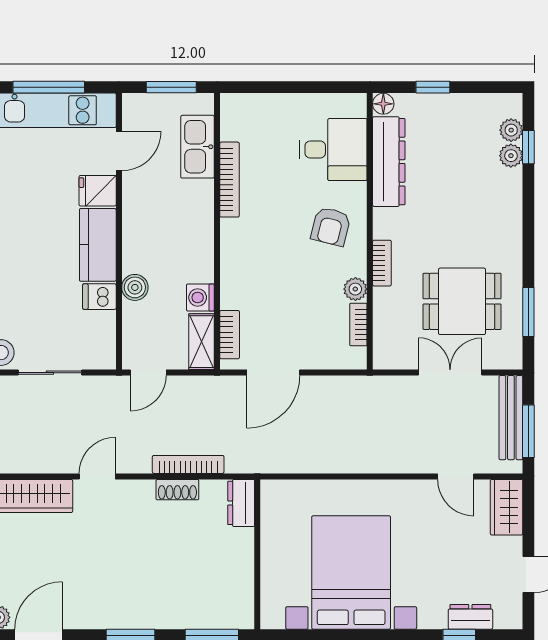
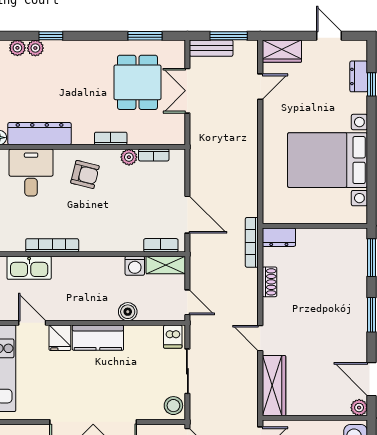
window: (528, 147) -> (51, 36), moved
dishwasher: (99, 297) -> (173, 337), moved
bench: (511, 418) -> (211, 48), width x0.73
bookcase: (188, 464) -> (252, 242), moved

